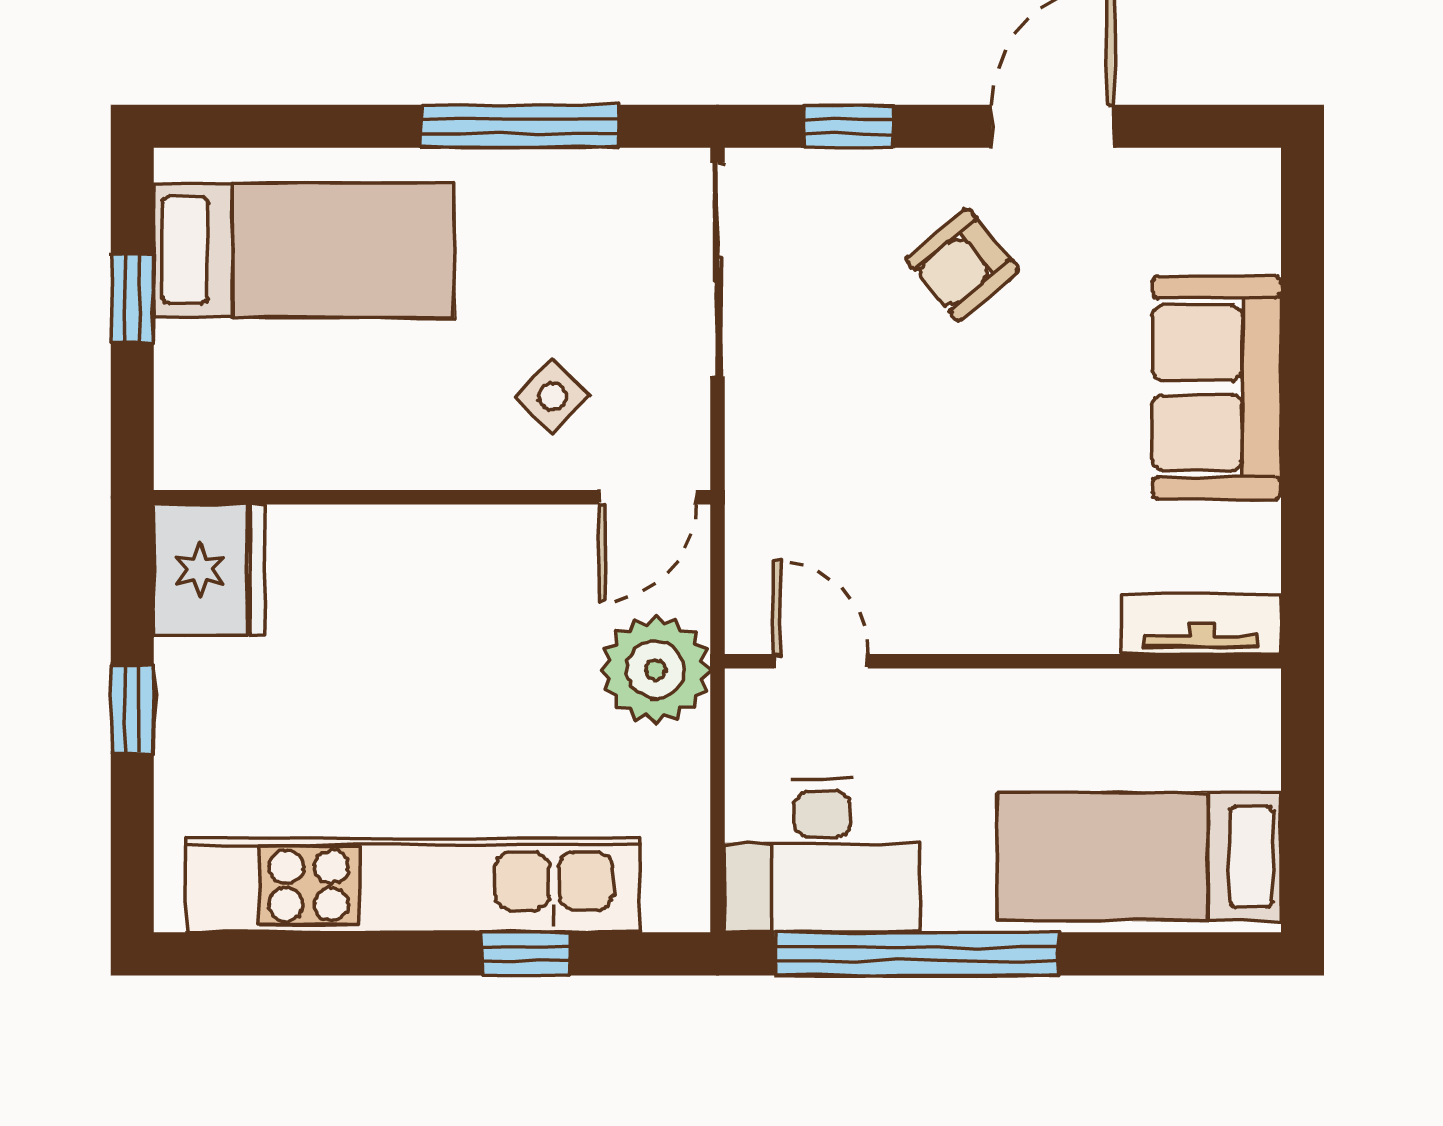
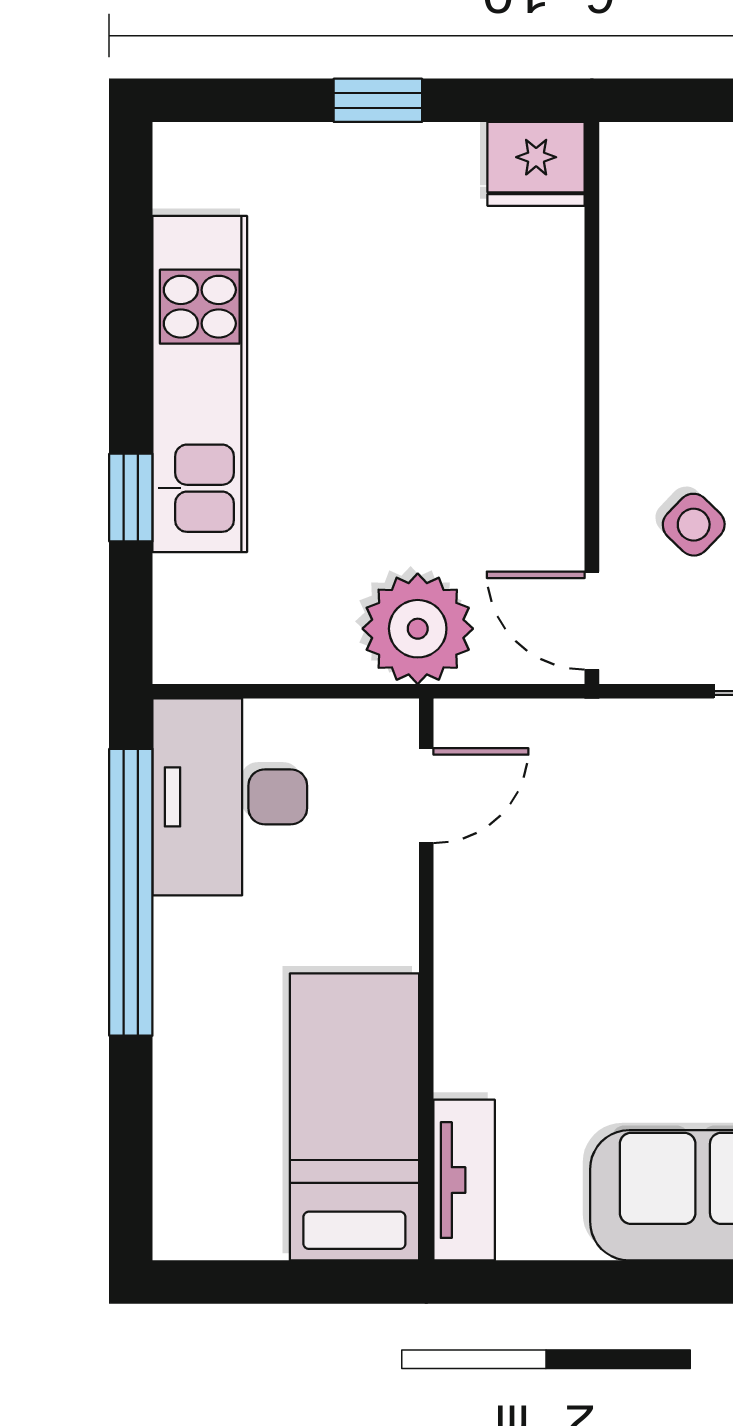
fridge: (209, 570) -> (536, 164), width x0.73, depth x0.75
bed: (1139, 857) -> (354, 1117), moved
kitchen unit: (413, 886) -> (200, 384), width x0.73

